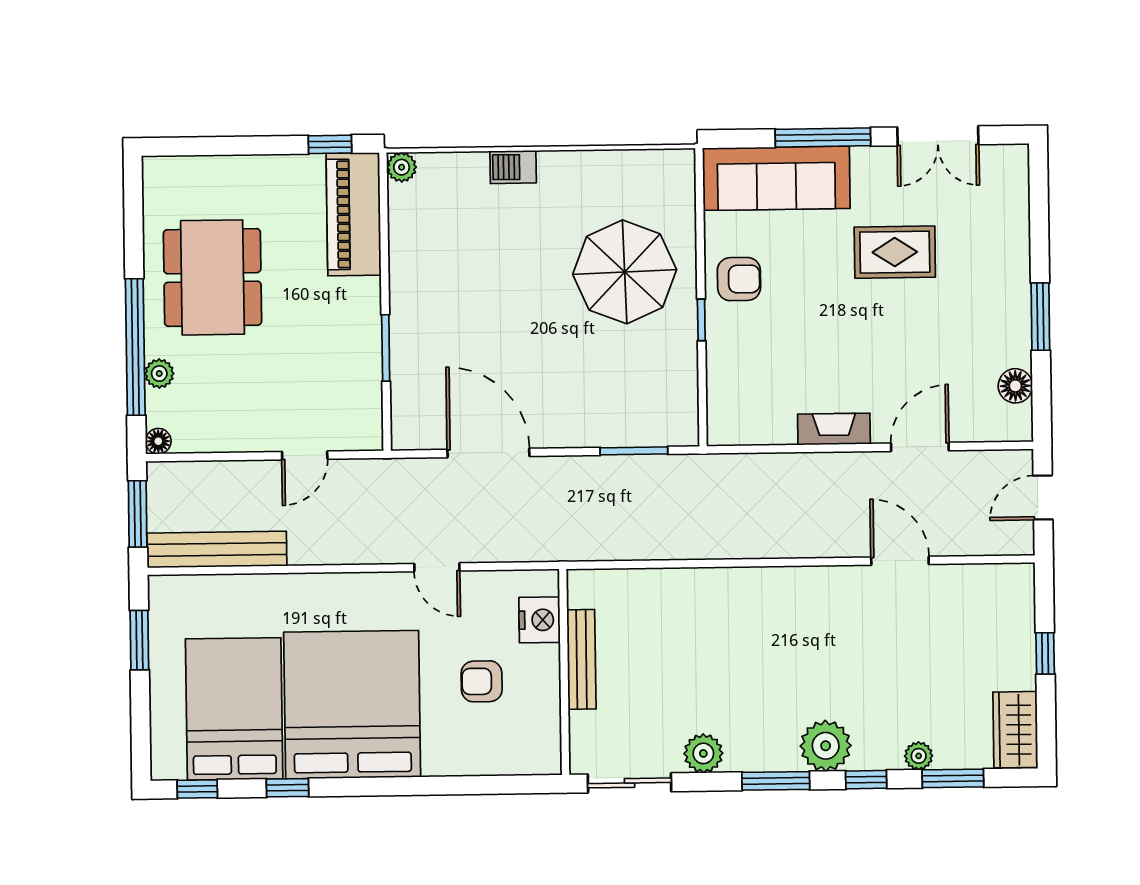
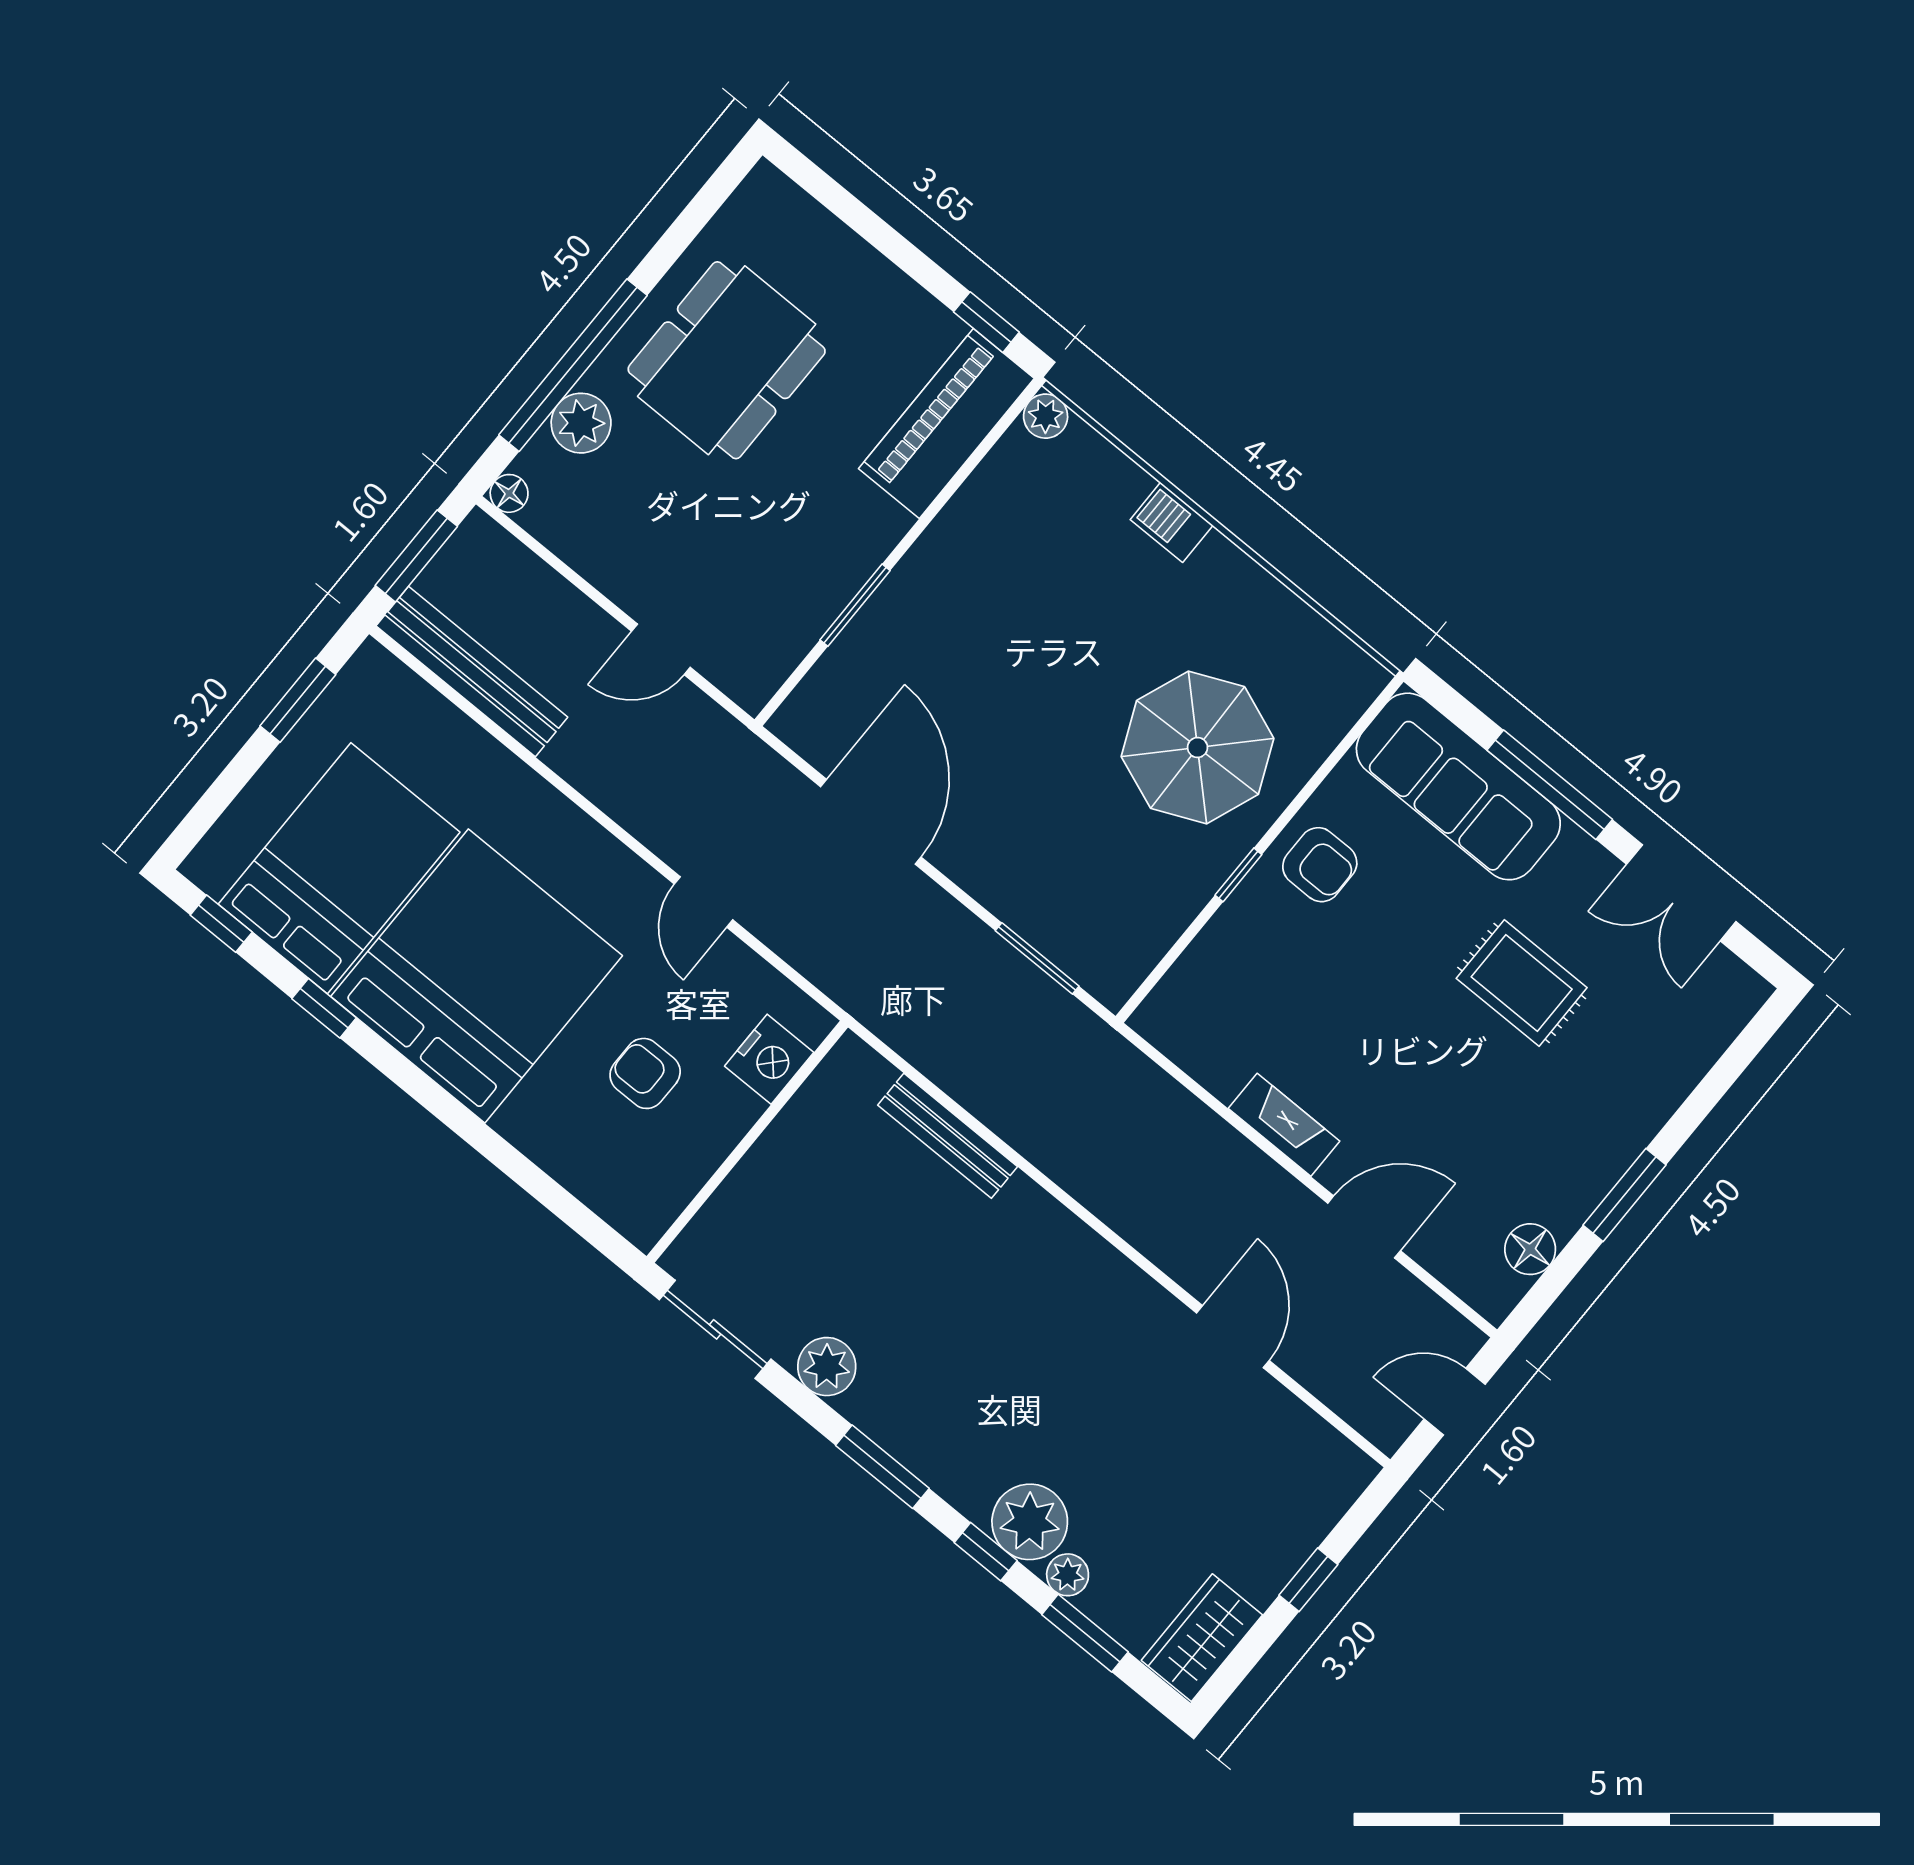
plant: (159, 374) -> (581, 423), width x1.38, depth x1.38
bench: (582, 659) -> (948, 1136), moved, turned 90
plant: (826, 746) -> (1030, 1522), moved

